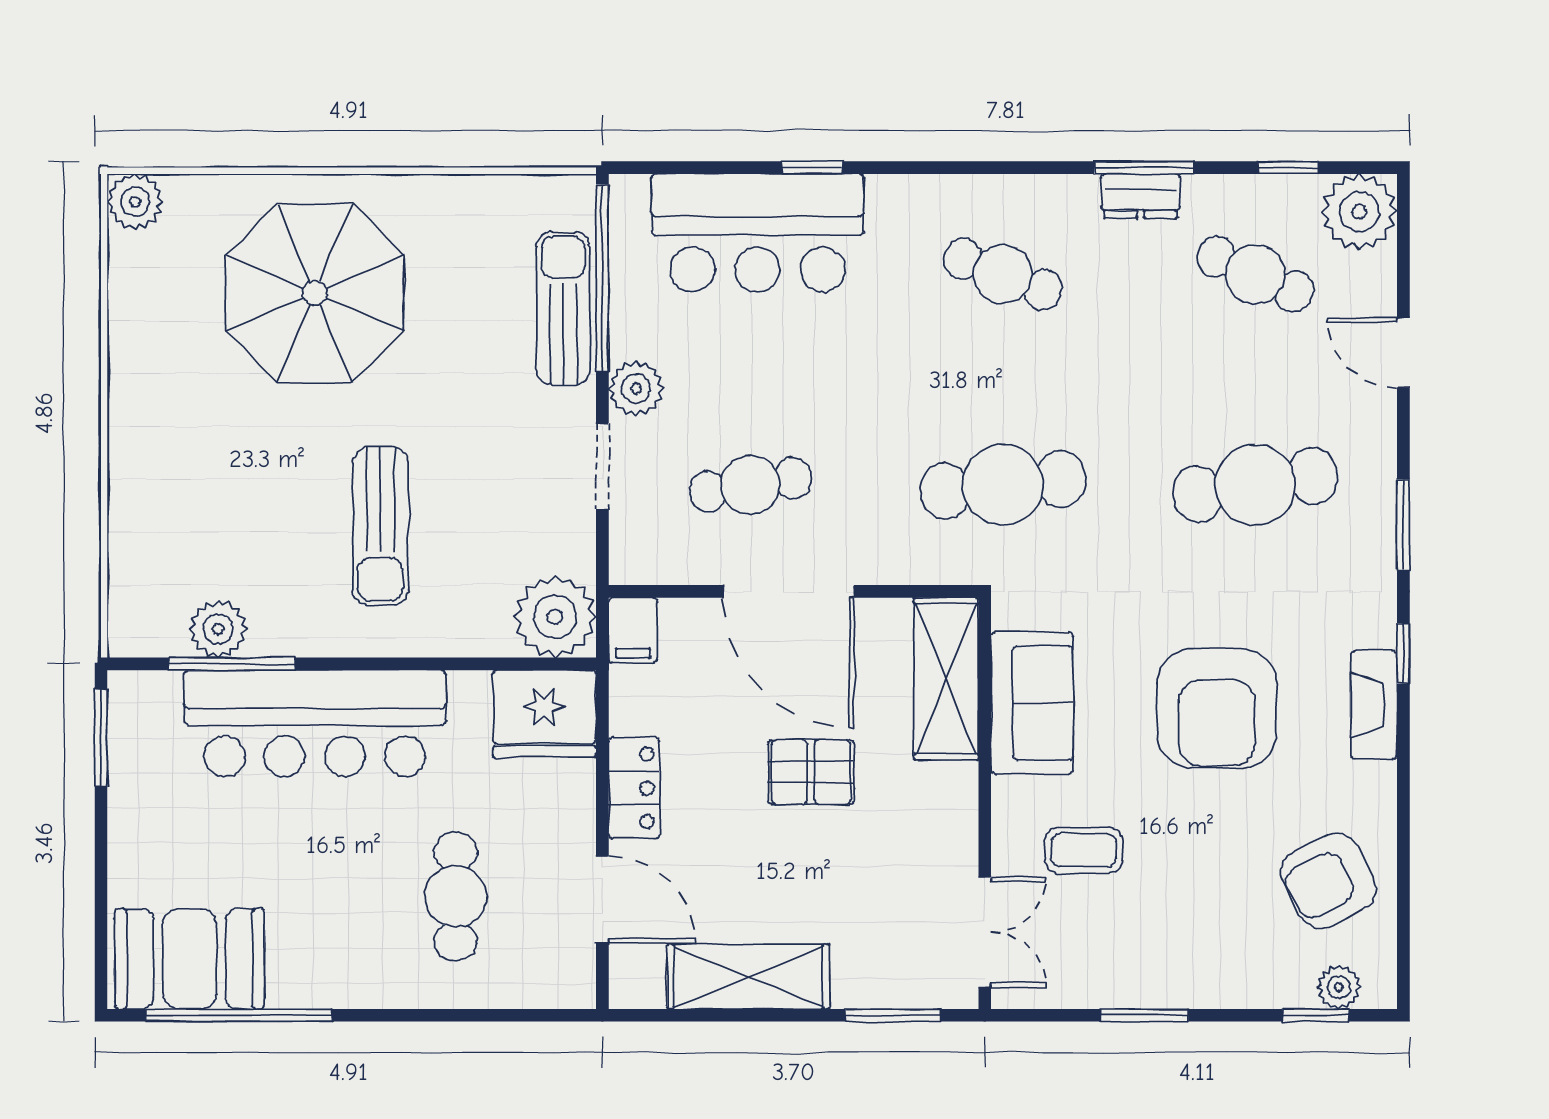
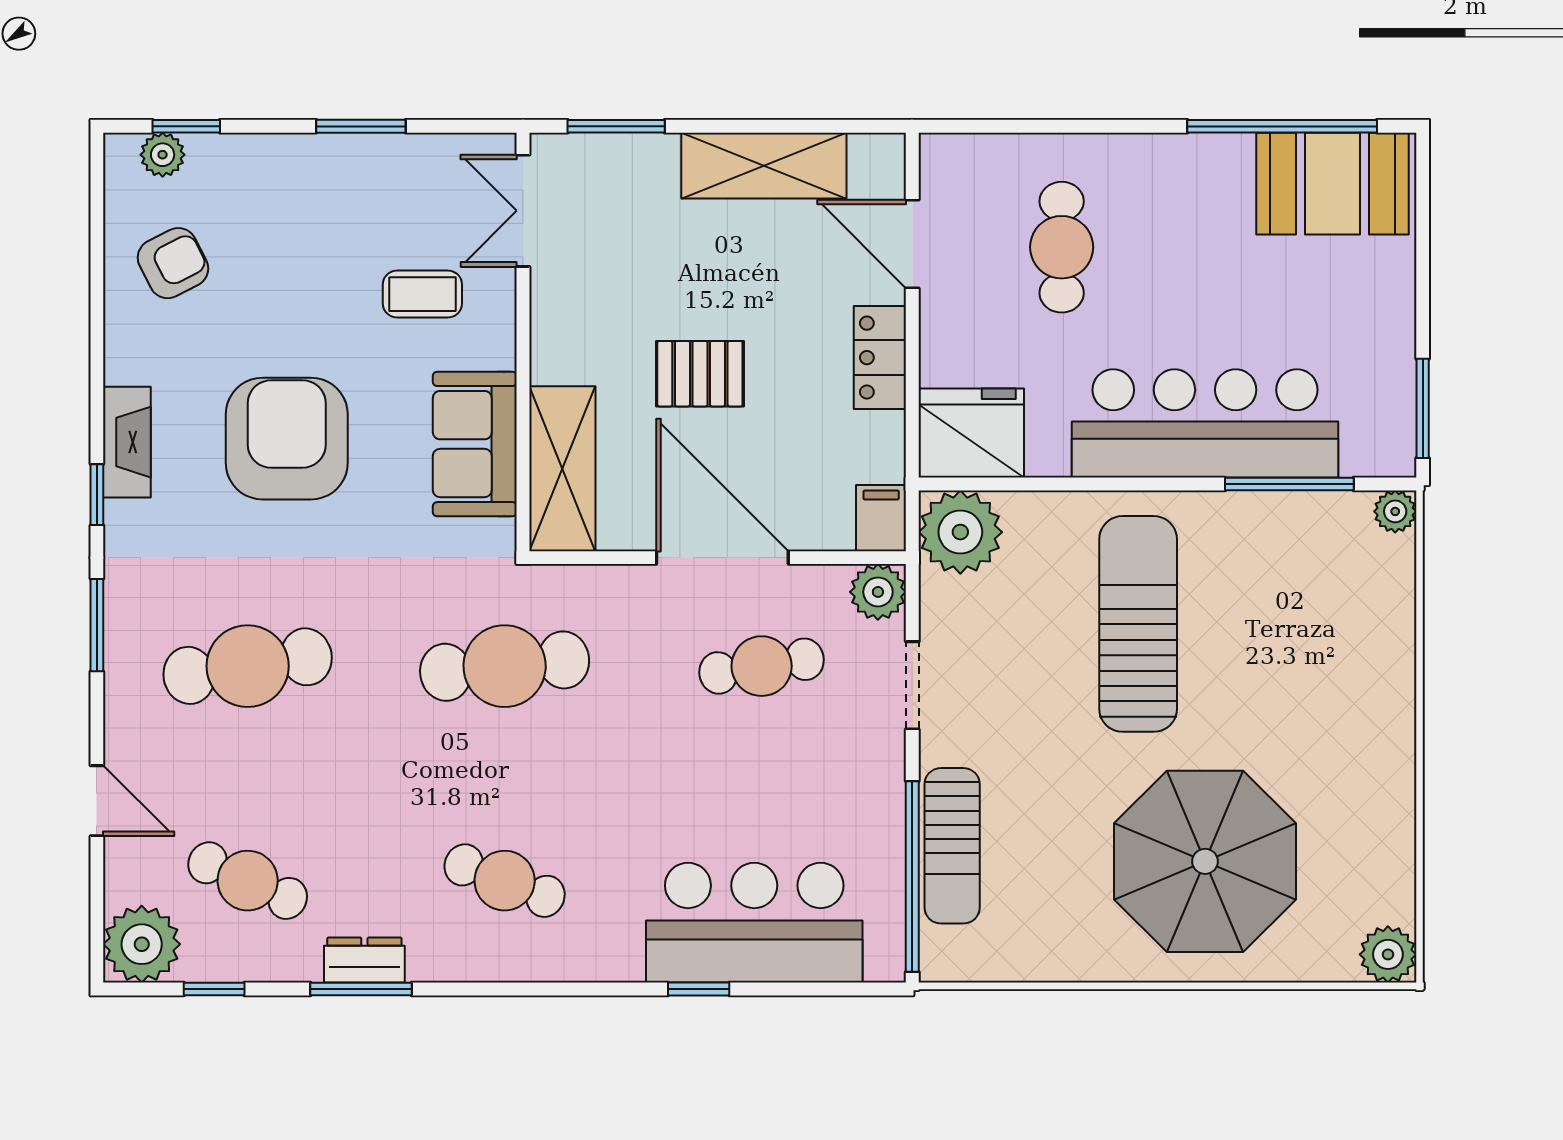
plant: (636, 388) -> (878, 592), moved
sun lounger: (380, 526) -> (1138, 624), width x1.36, depth x1.34
plant: (218, 629) -> (1395, 511), moved, width x0.73, depth x0.73
armchair: (1329, 881) -> (173, 263), width x0.72, depth x0.72

